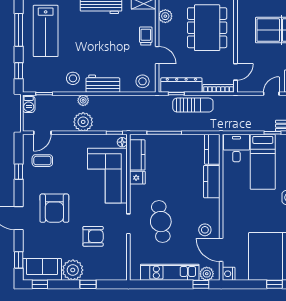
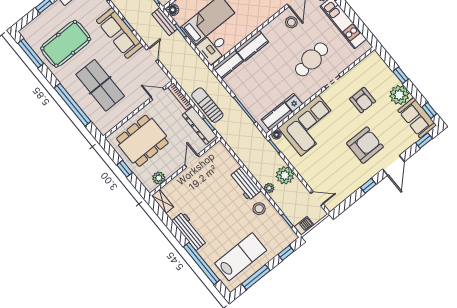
trolley: (146, 36) -> (185, 181), removed
stool: (143, 81) -> (220, 156), removed
door: (271, 94) -> (152, 55), swing flipped
coffee table: (42, 161) -> (337, 182), removed
window: (19, 172) -> (368, 186), moved
armchair: (93, 236) -> (363, 100), turned 180

